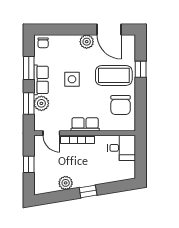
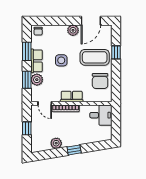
door: (109, 30) -> (91, 21), hinge flipped

